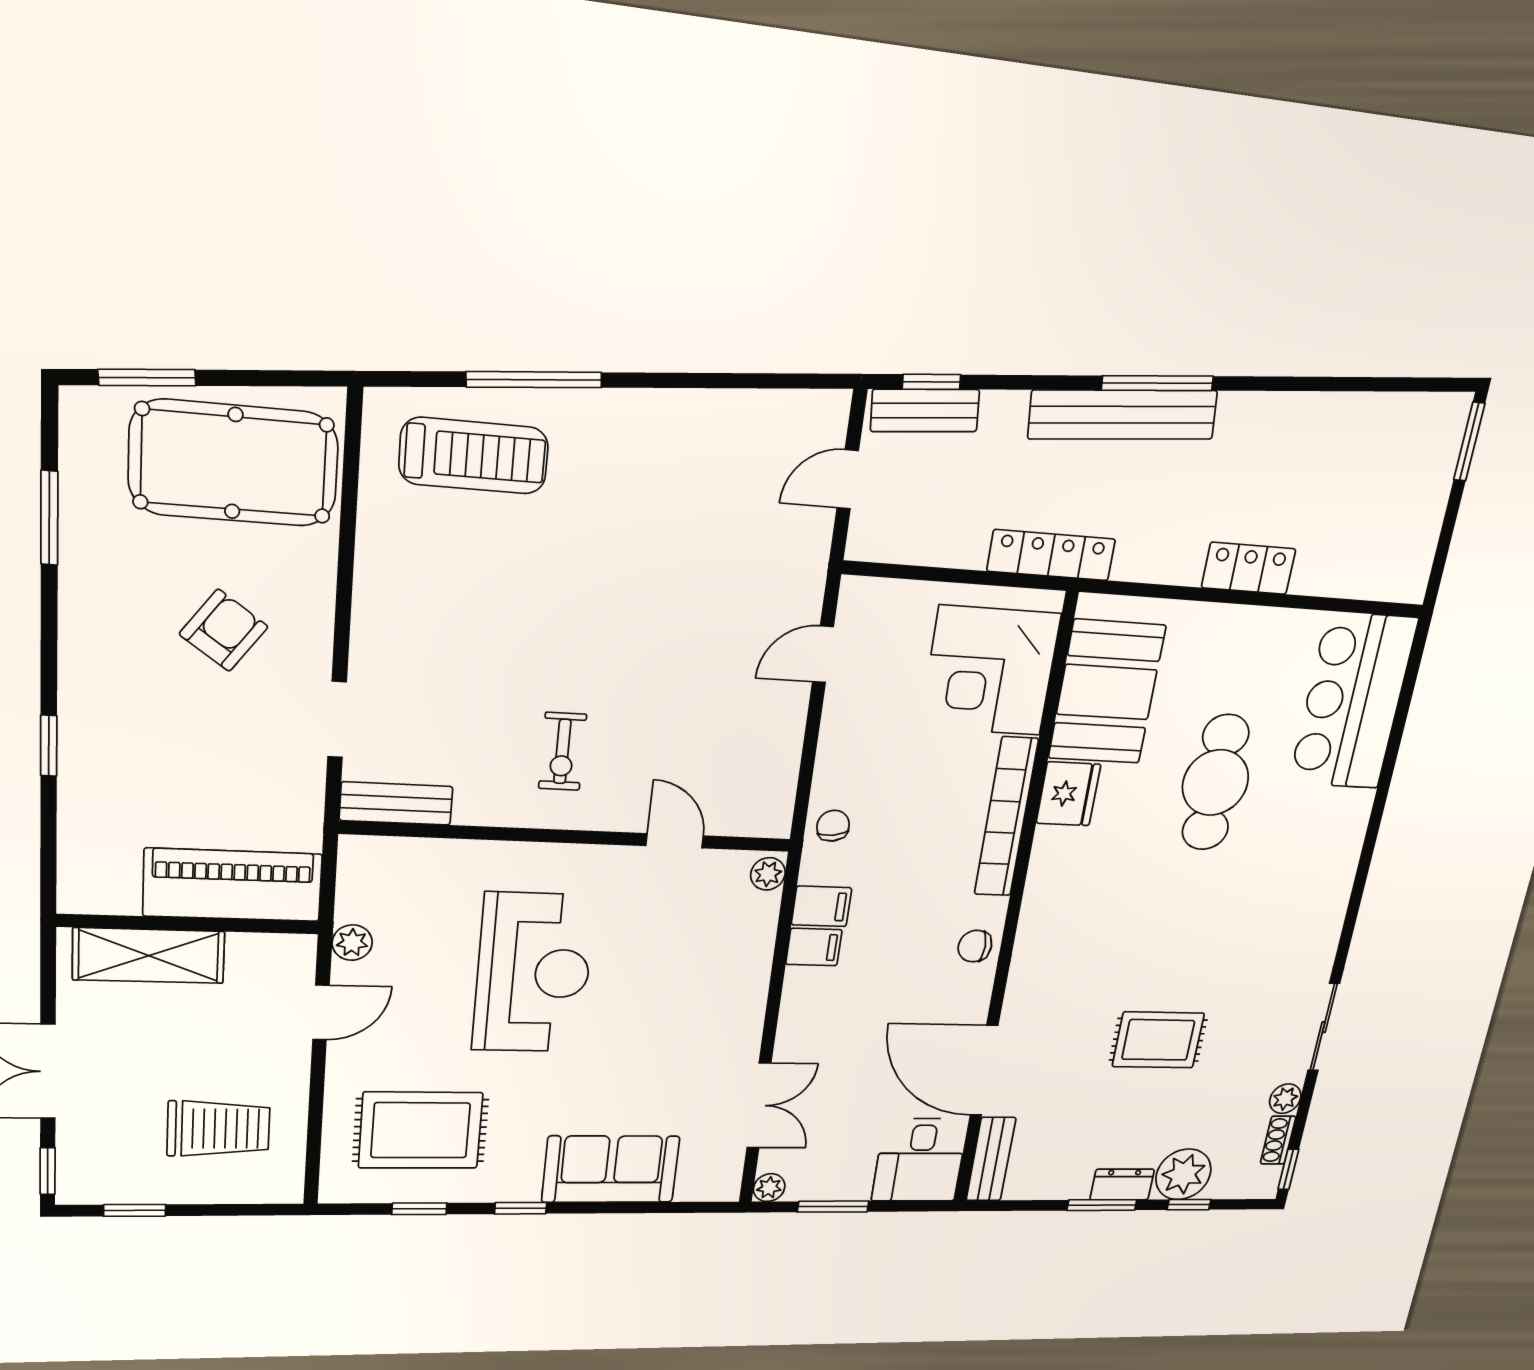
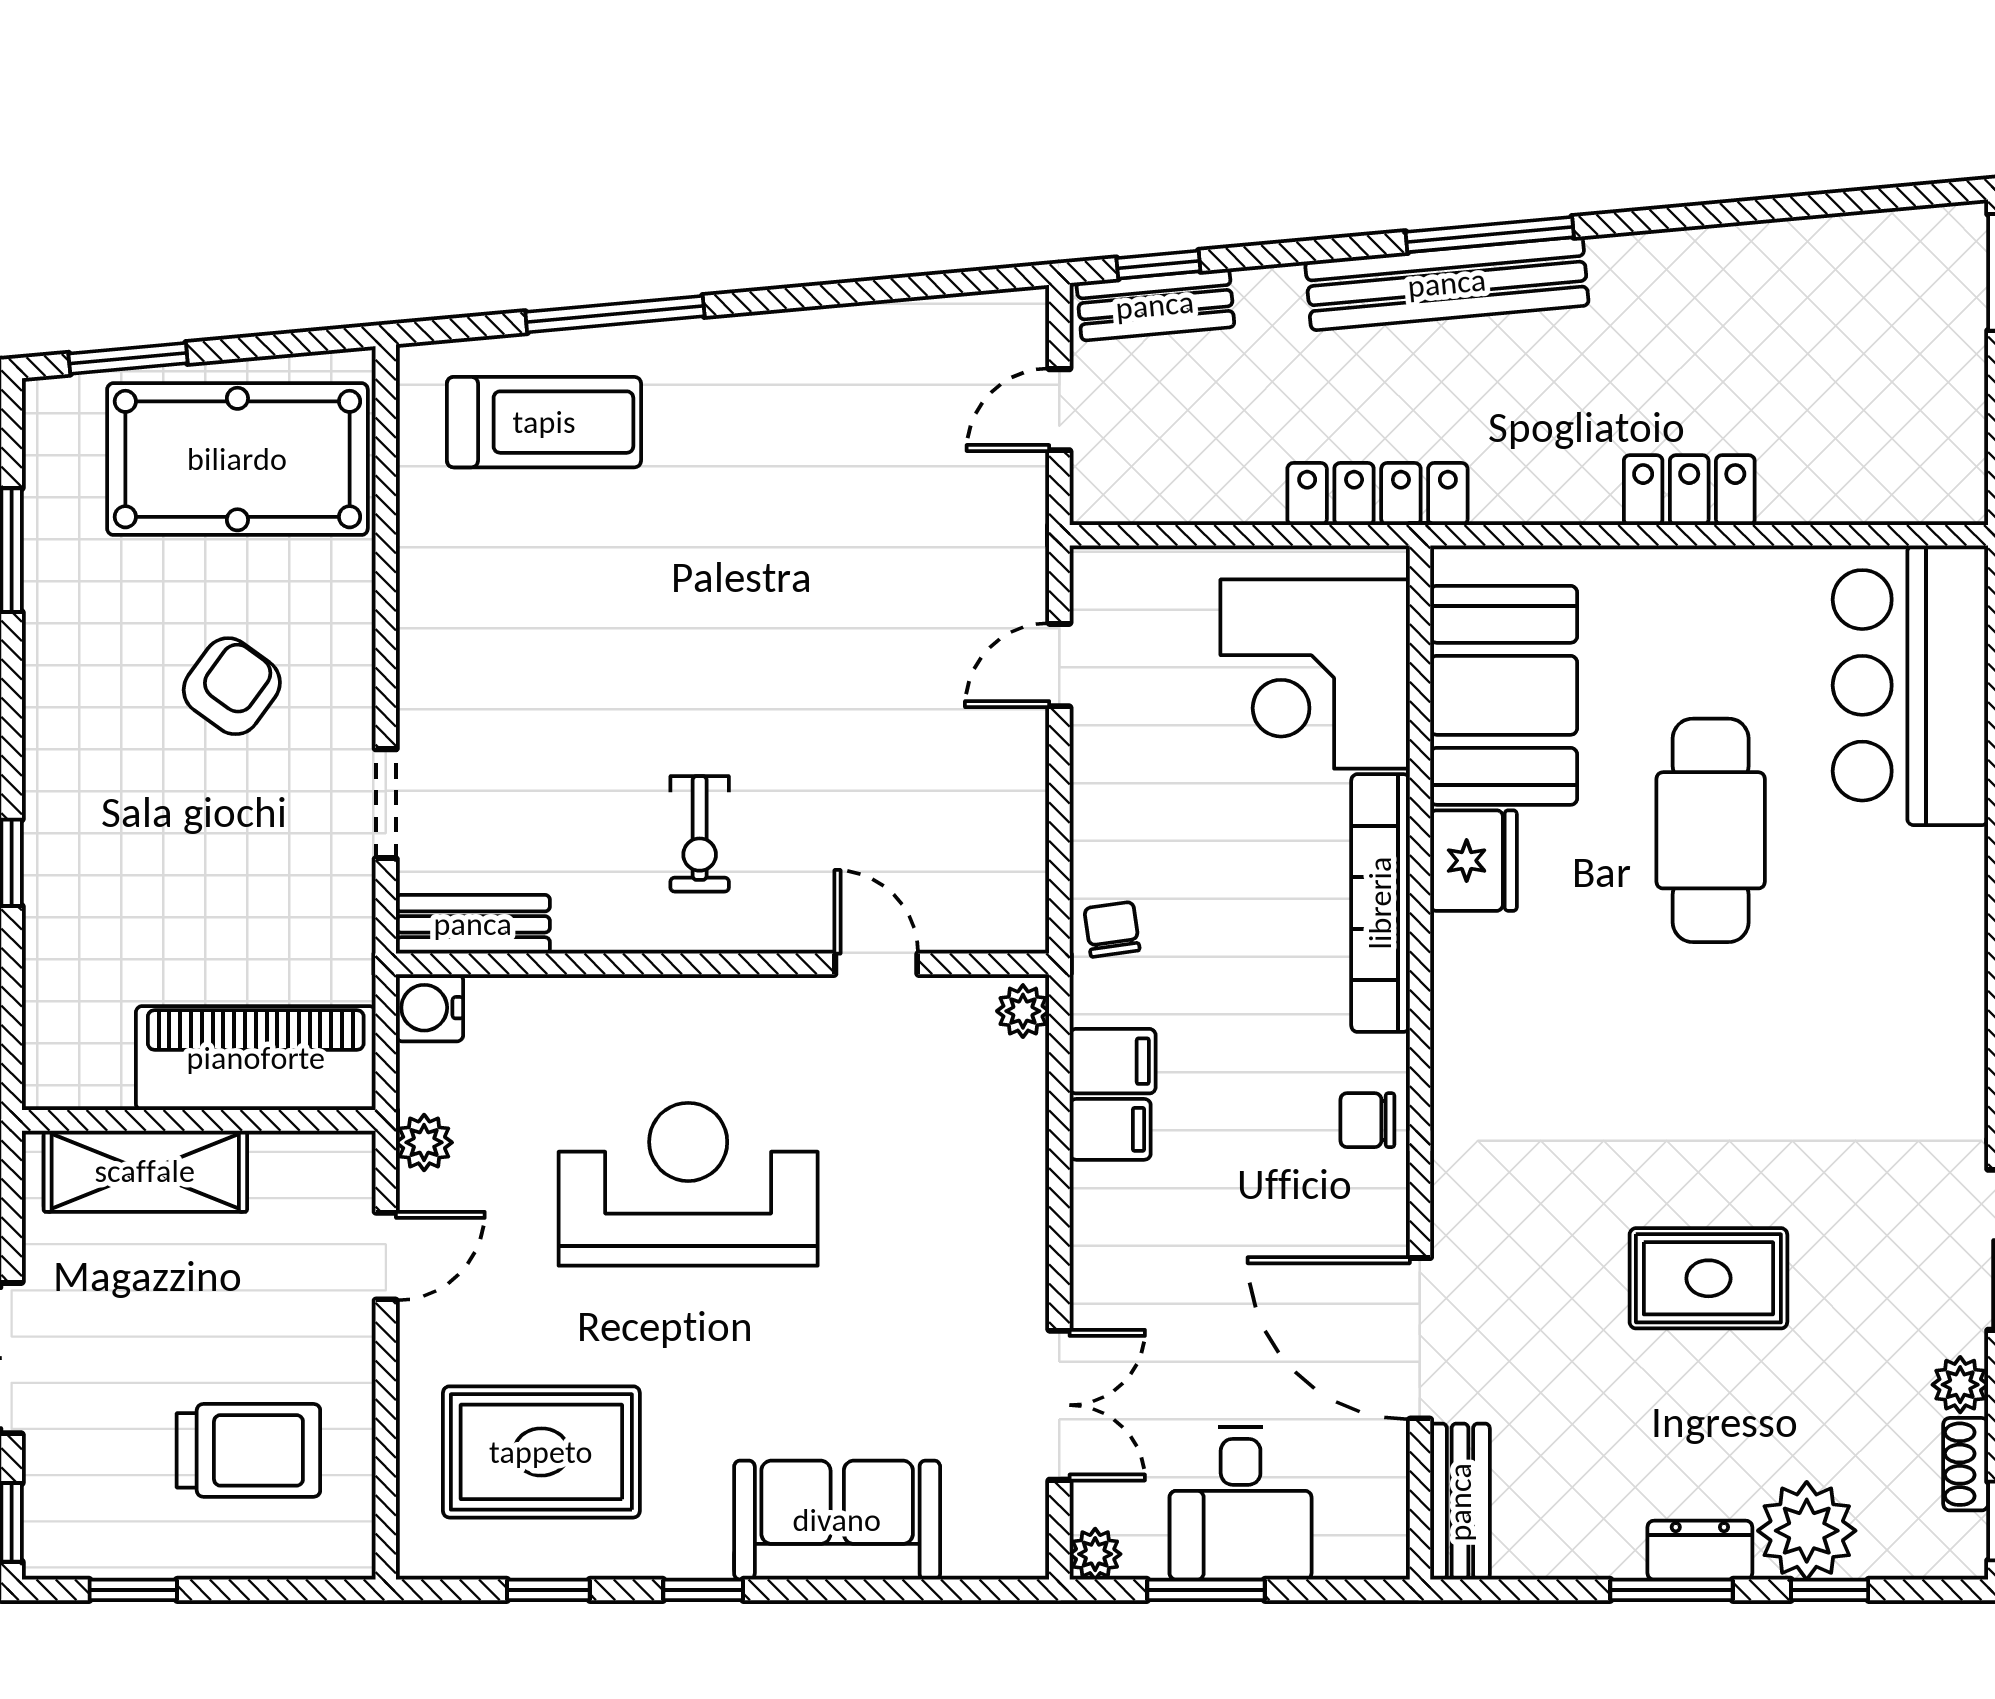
water cooler: (361, 857) -> (430, 1008), added
reception desk: (533, 973) -> (688, 1184), turned -90
desk: (920, 1160) -> (1241, 1503), moved

